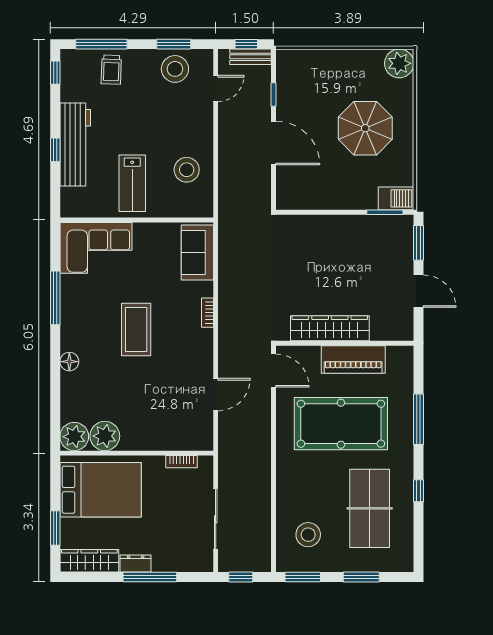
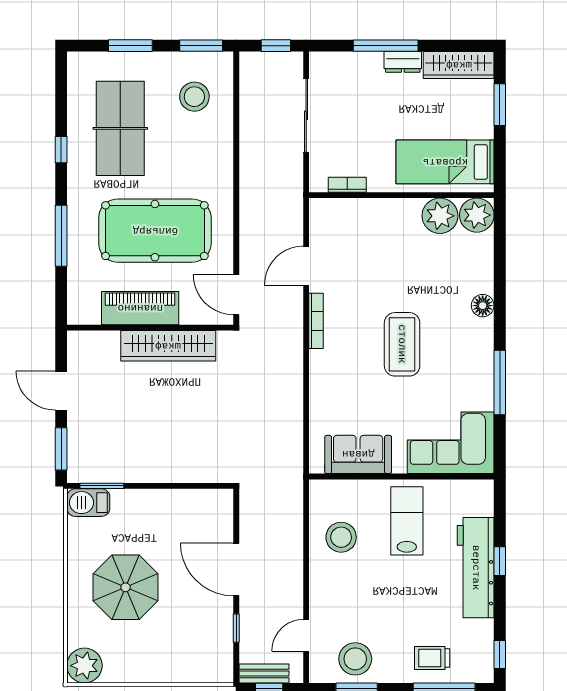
trolley: (111, 70) -> (432, 658), turned -92
sofa: (197, 252) -> (358, 454), moved, turned -90
bookcase: (207, 313) -> (316, 321), moved, width x1.56
bed: (101, 490) -> (445, 162), width x0.67

